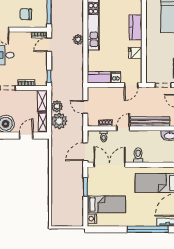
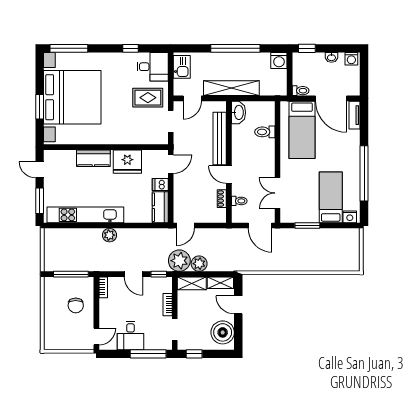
door: (49, 45) -> (133, 274), moved
fridge: (135, 53) -> (127, 162), width x1.88, depth x1.34
door: (131, 85) -> (171, 164), hinge flipped
door: (85, 107) -> (185, 225), moved
plant: (59, 121) -> (179, 261), moved
toilet: (138, 155) -> (265, 132), moved
double door: (110, 165) -> (278, 193), width x0.73
window: (148, 229) -> (364, 173), moved

